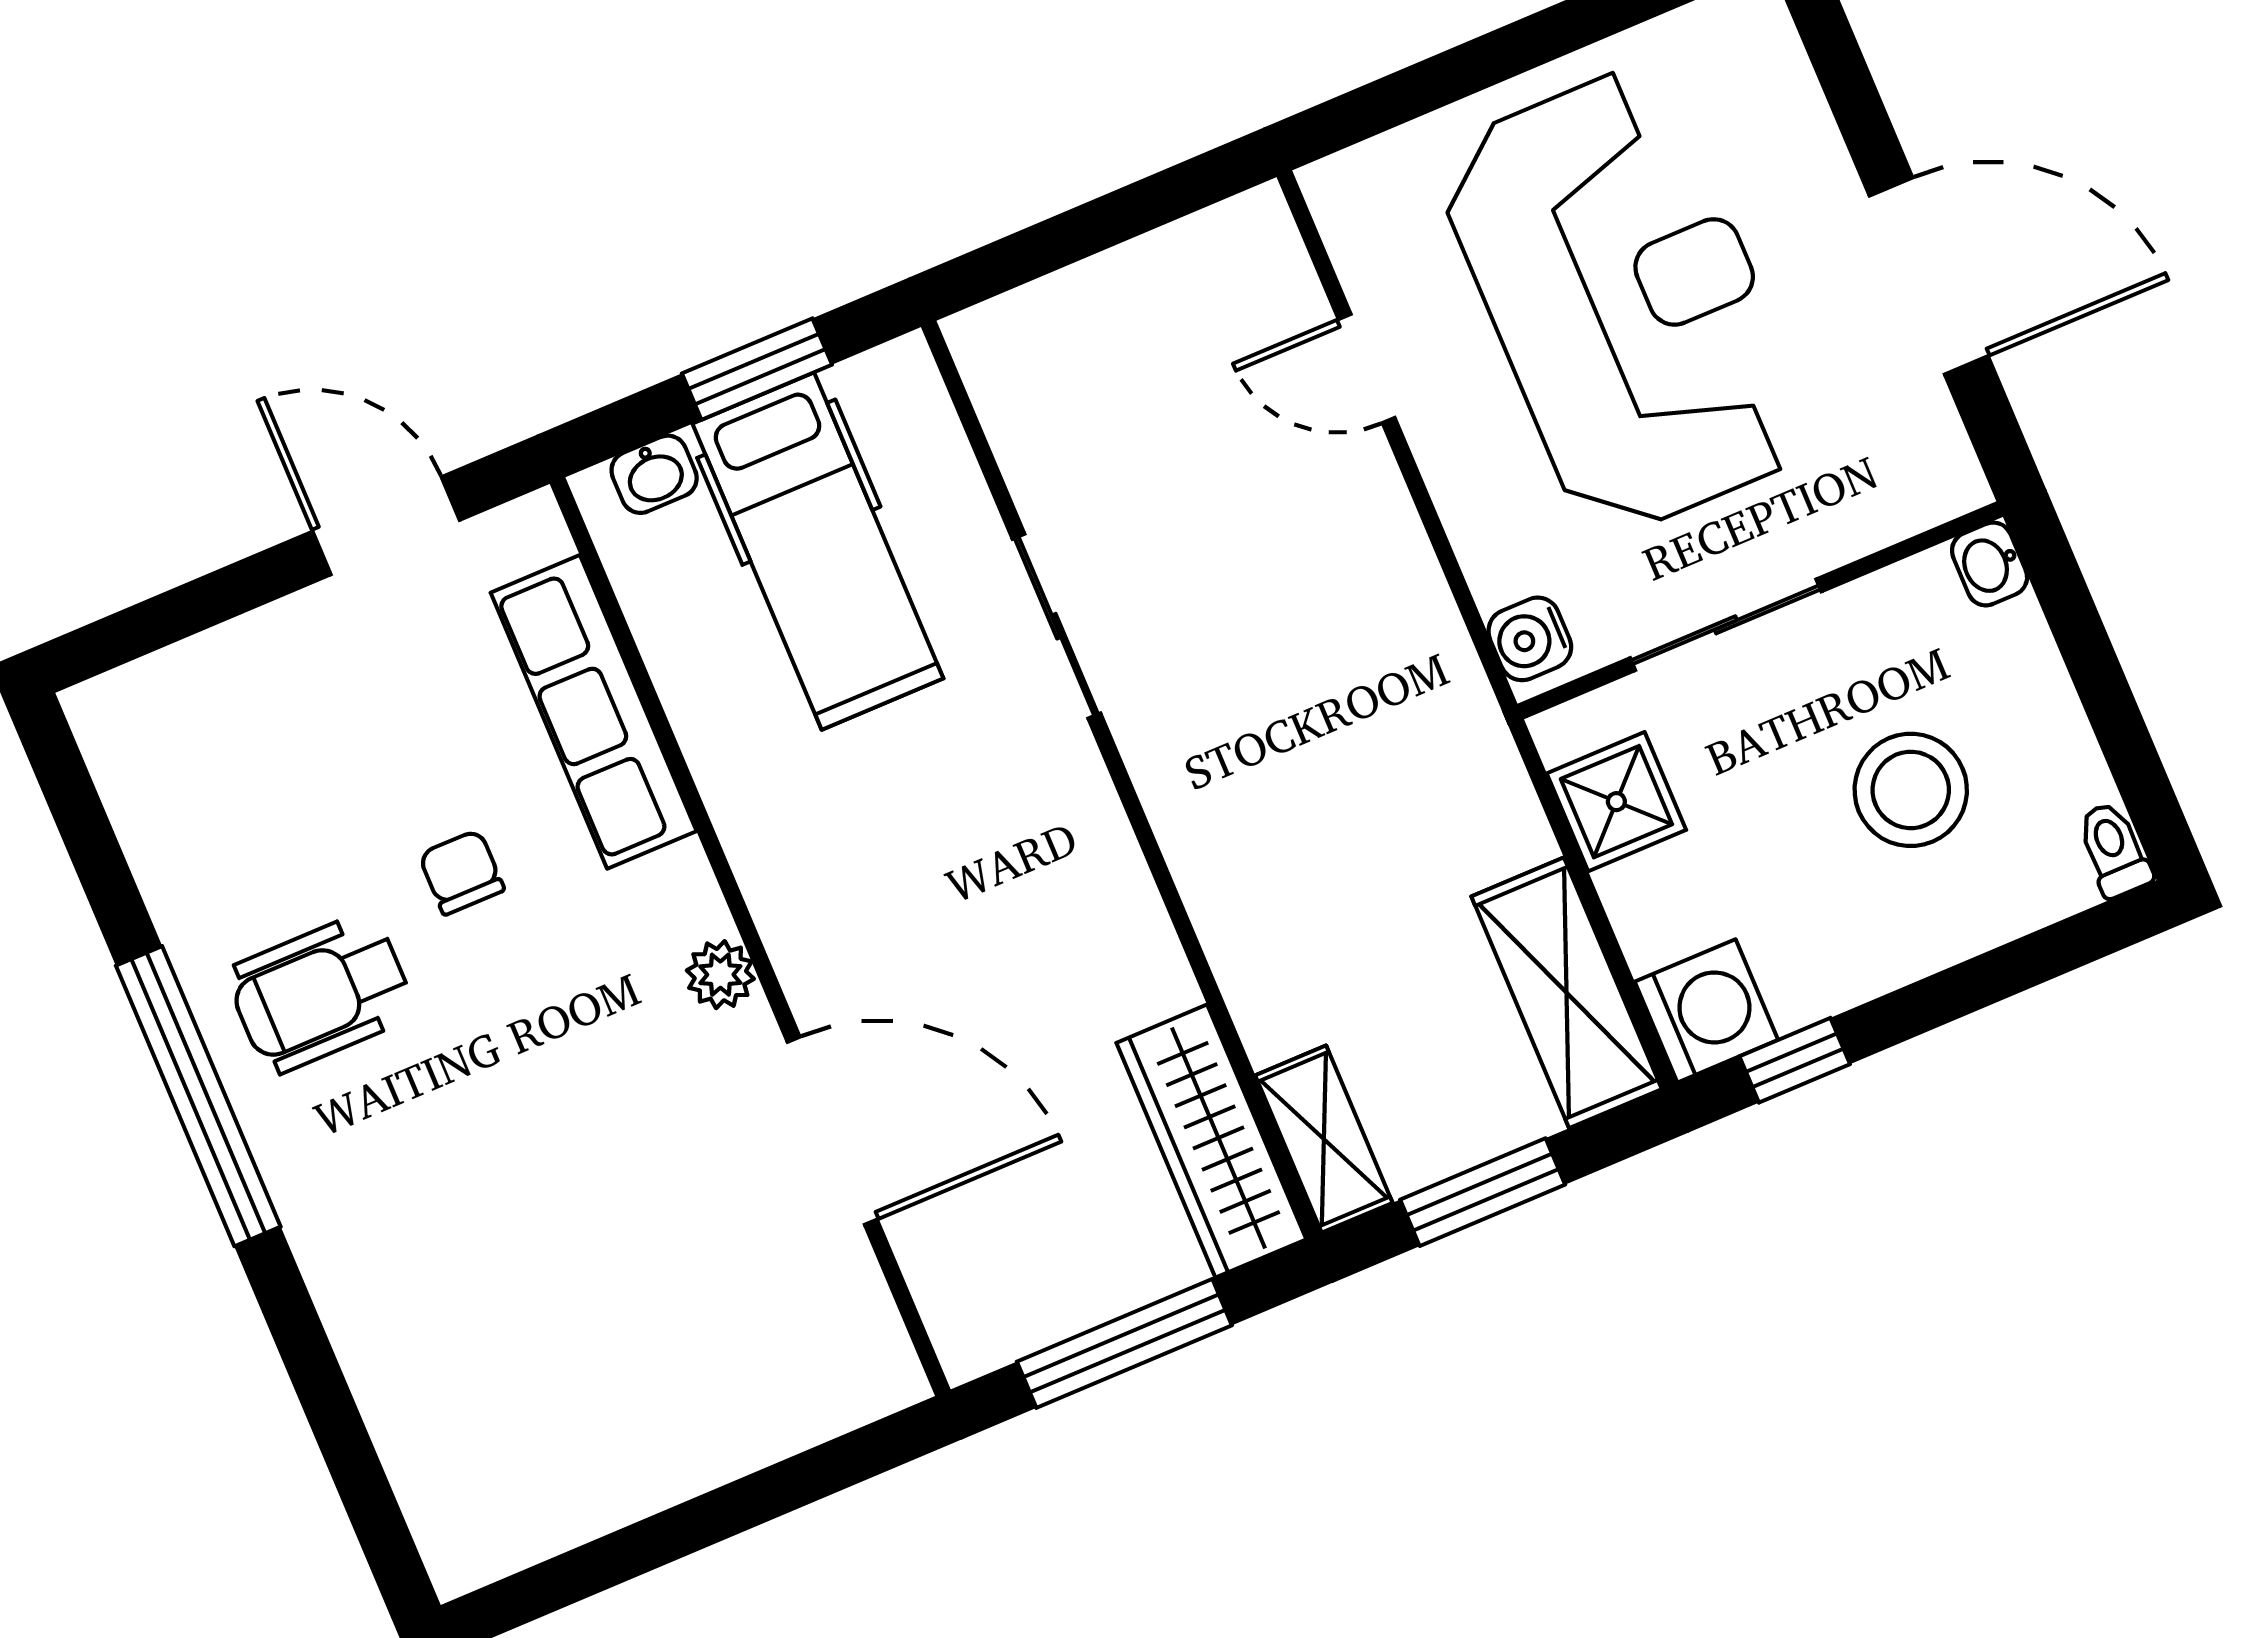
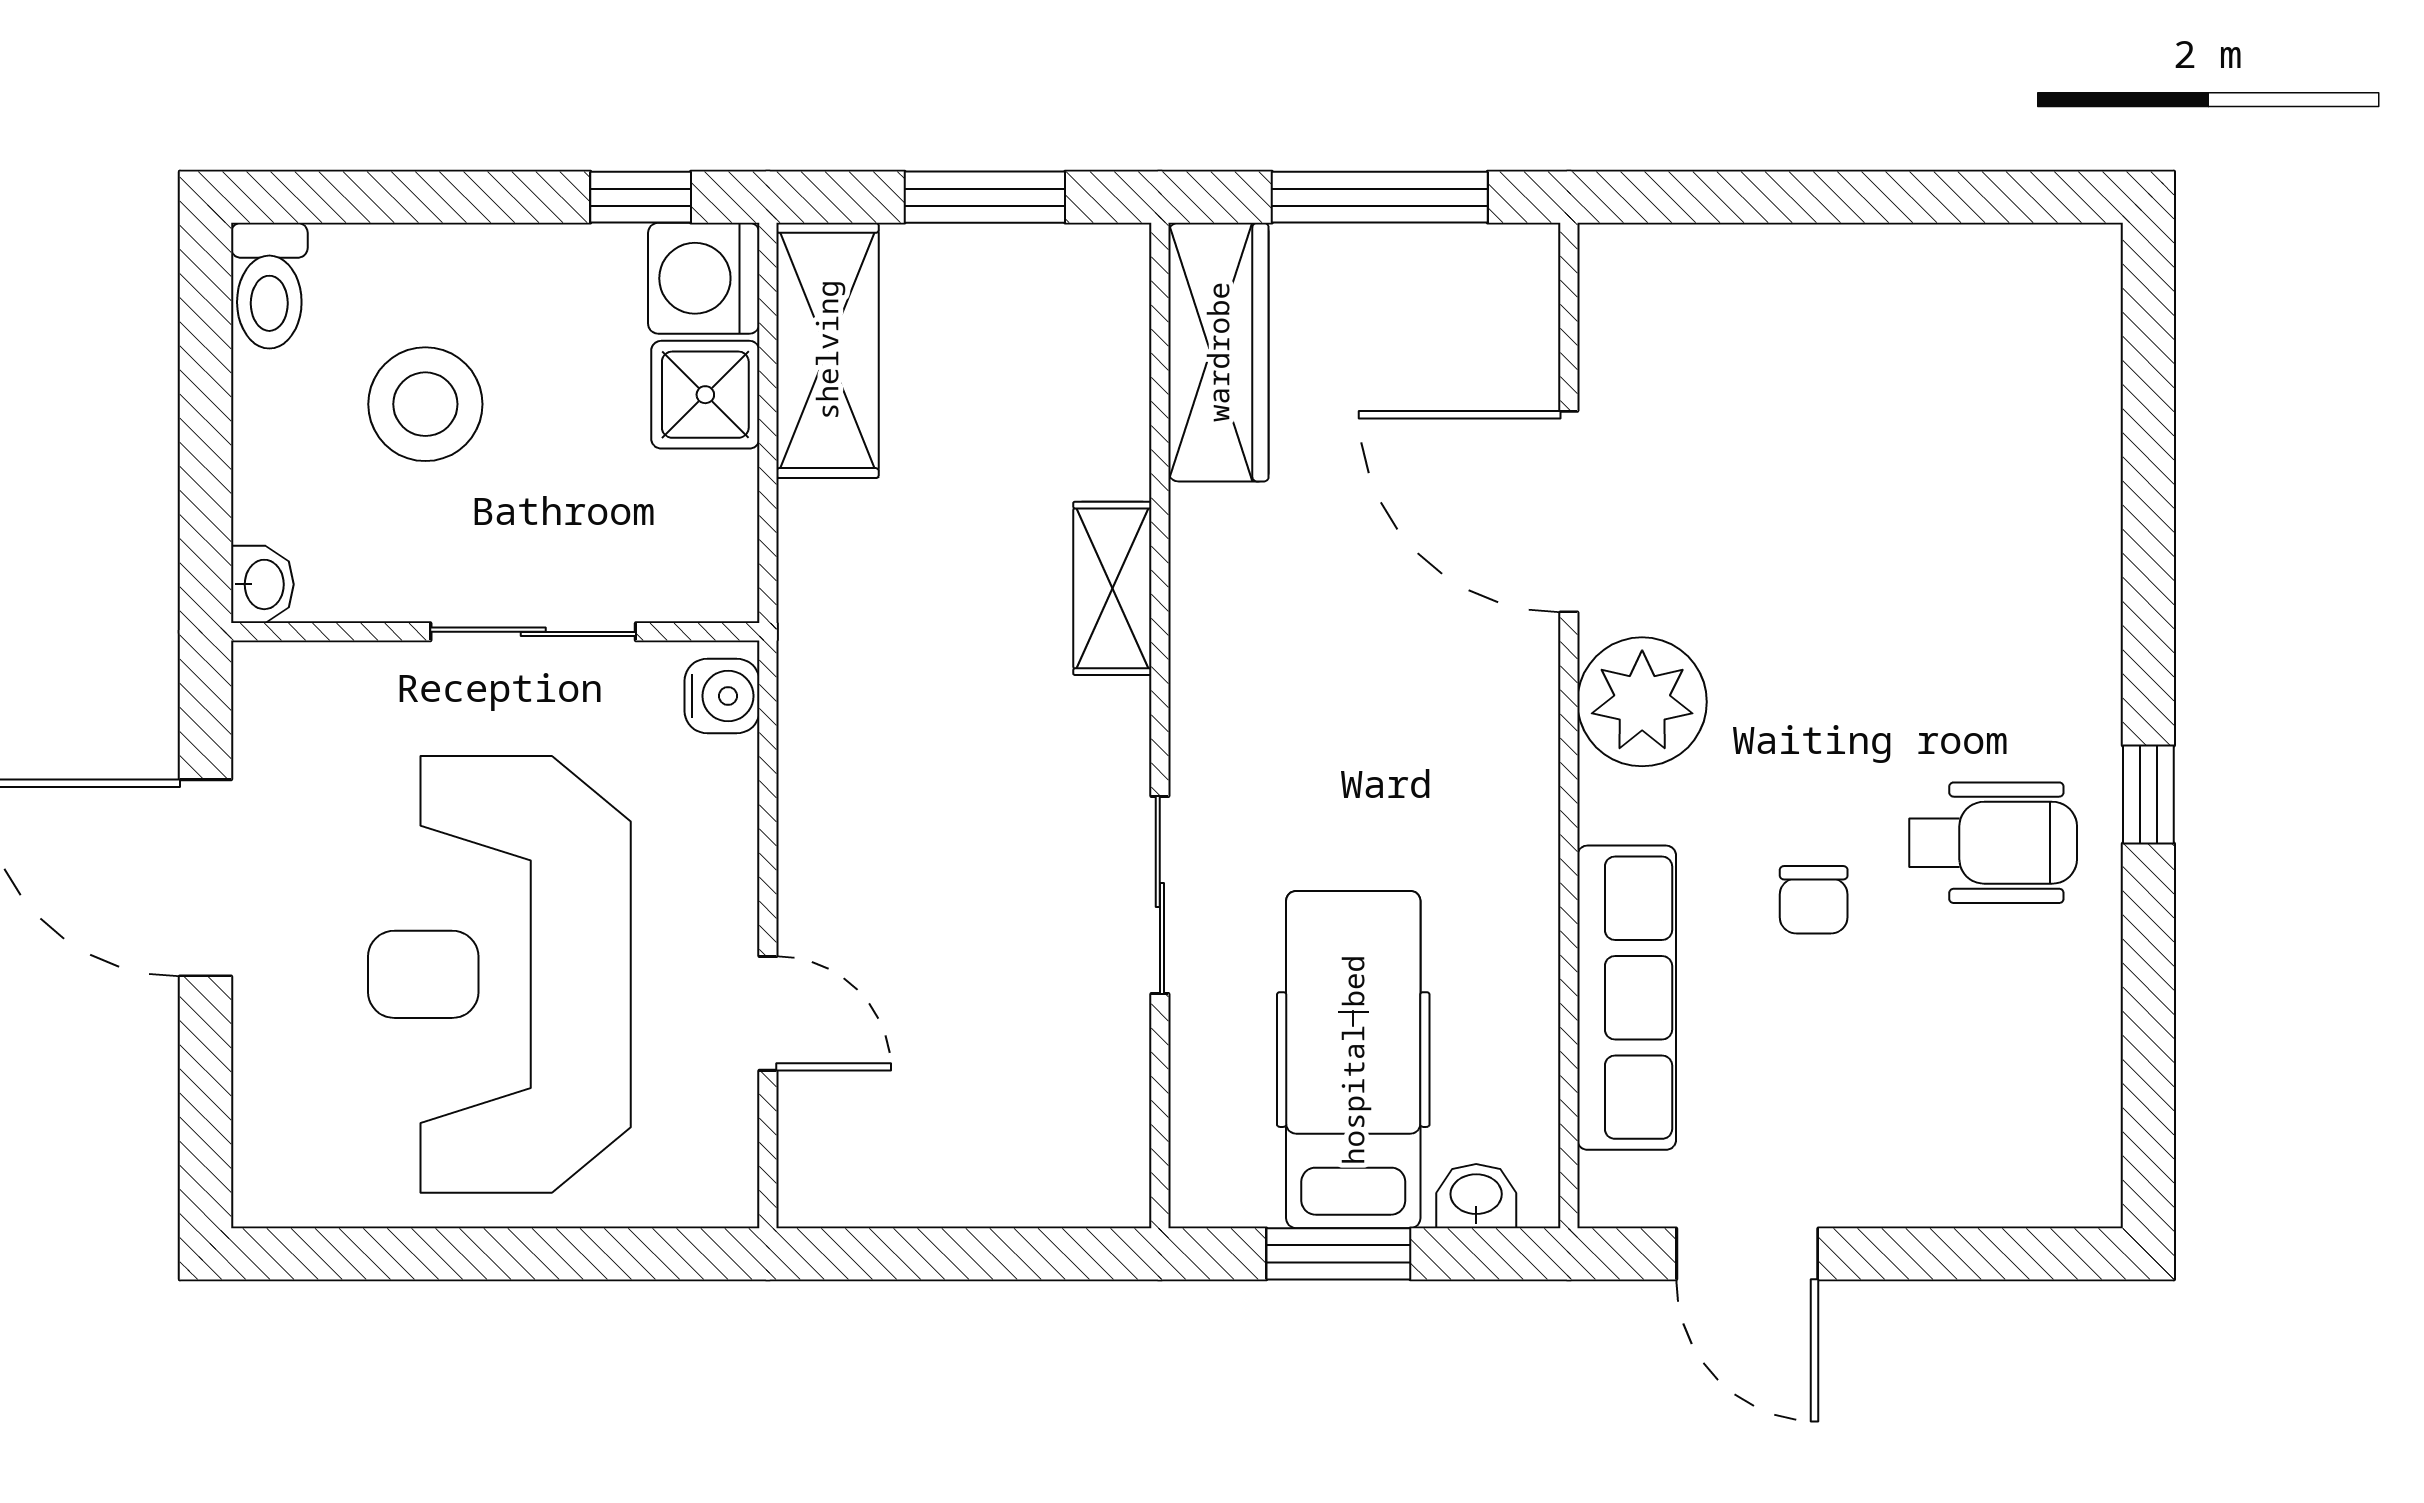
shower: (1616, 802) -> (705, 395), moved
toilet: (2114, 850) -> (269, 286), width x1.37, depth x1.39
plant: (720, 975) -> (1642, 702), width x1.88, depth x1.88
window: (198, 1096) -> (2148, 794), width x0.32
shelving: (1324, 1139) -> (1112, 588), moved

